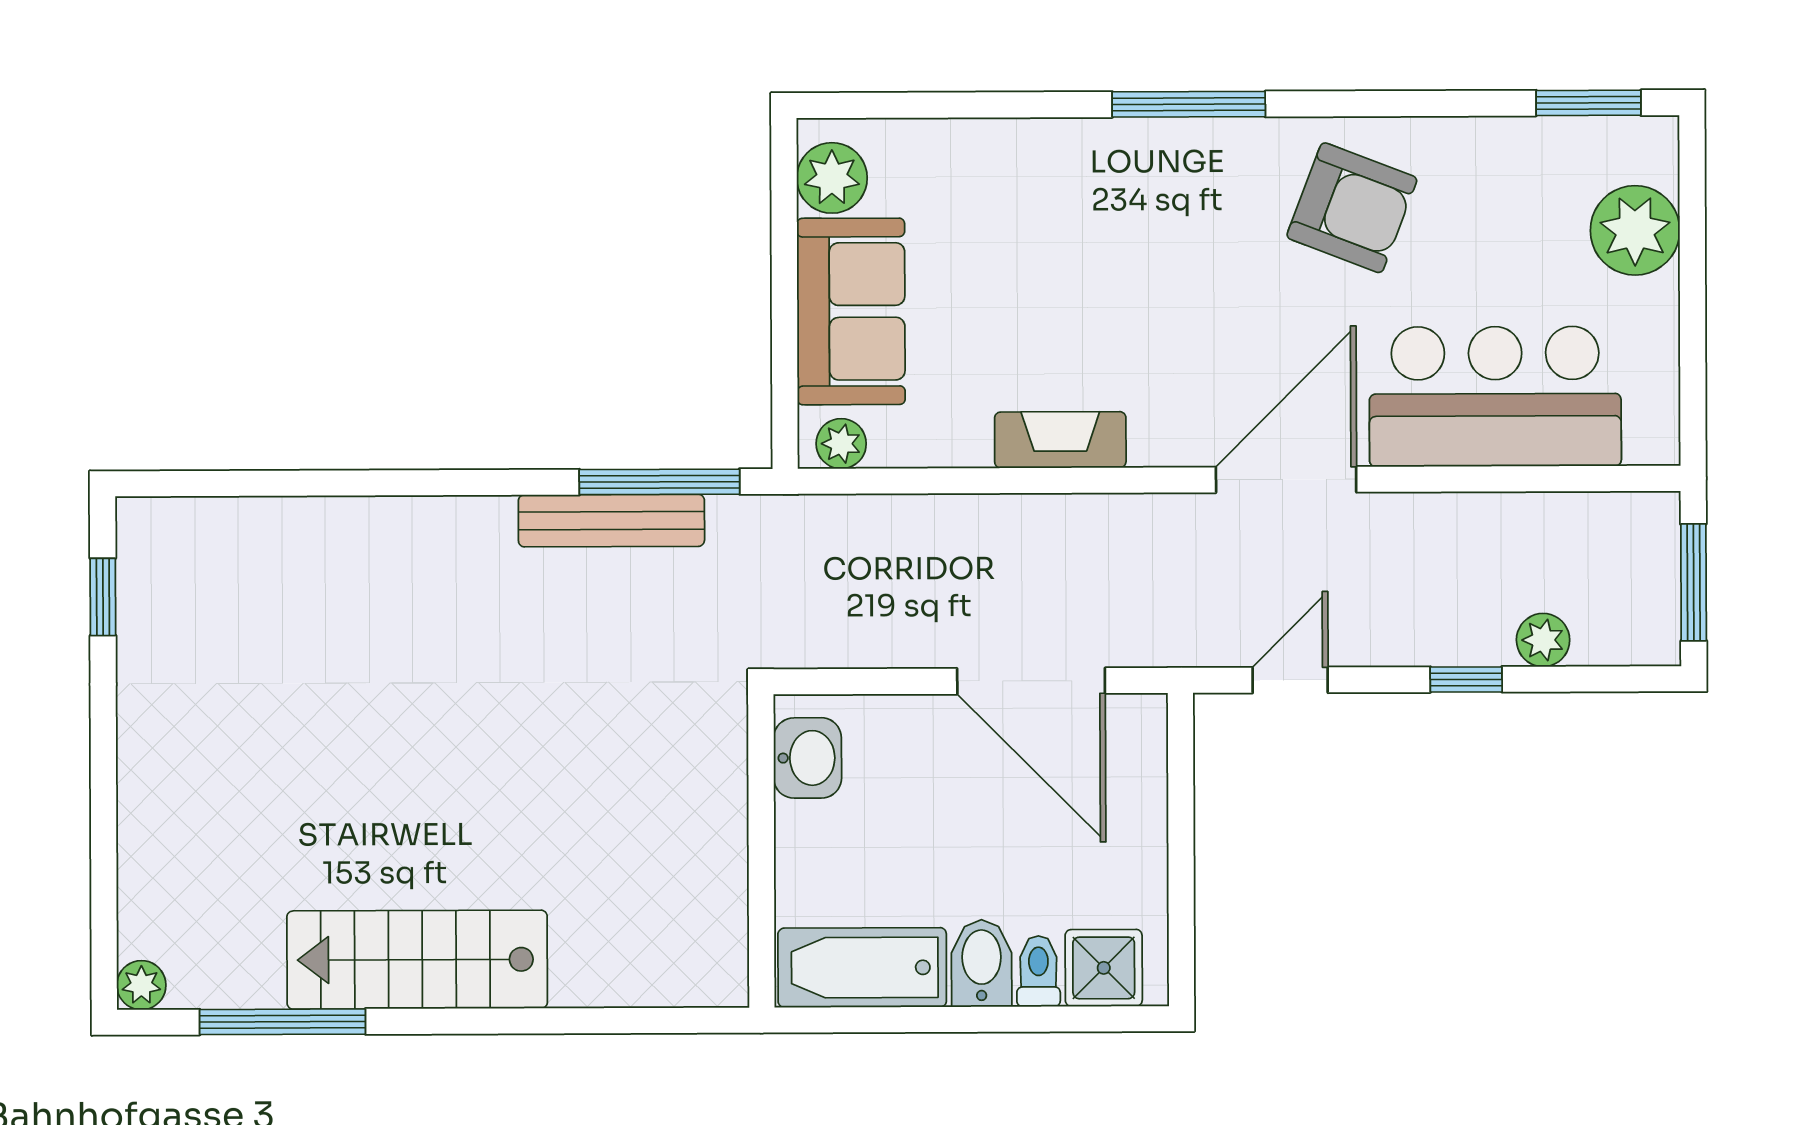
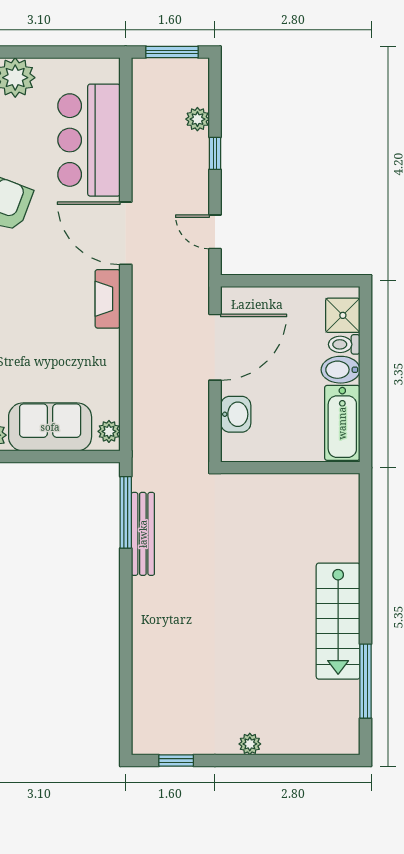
fireplace: (1060, 440) -> (108, 299), moved
washbasin: (808, 758) -> (236, 414), moved, turned 90
plant: (141, 985) -> (250, 744), moved

